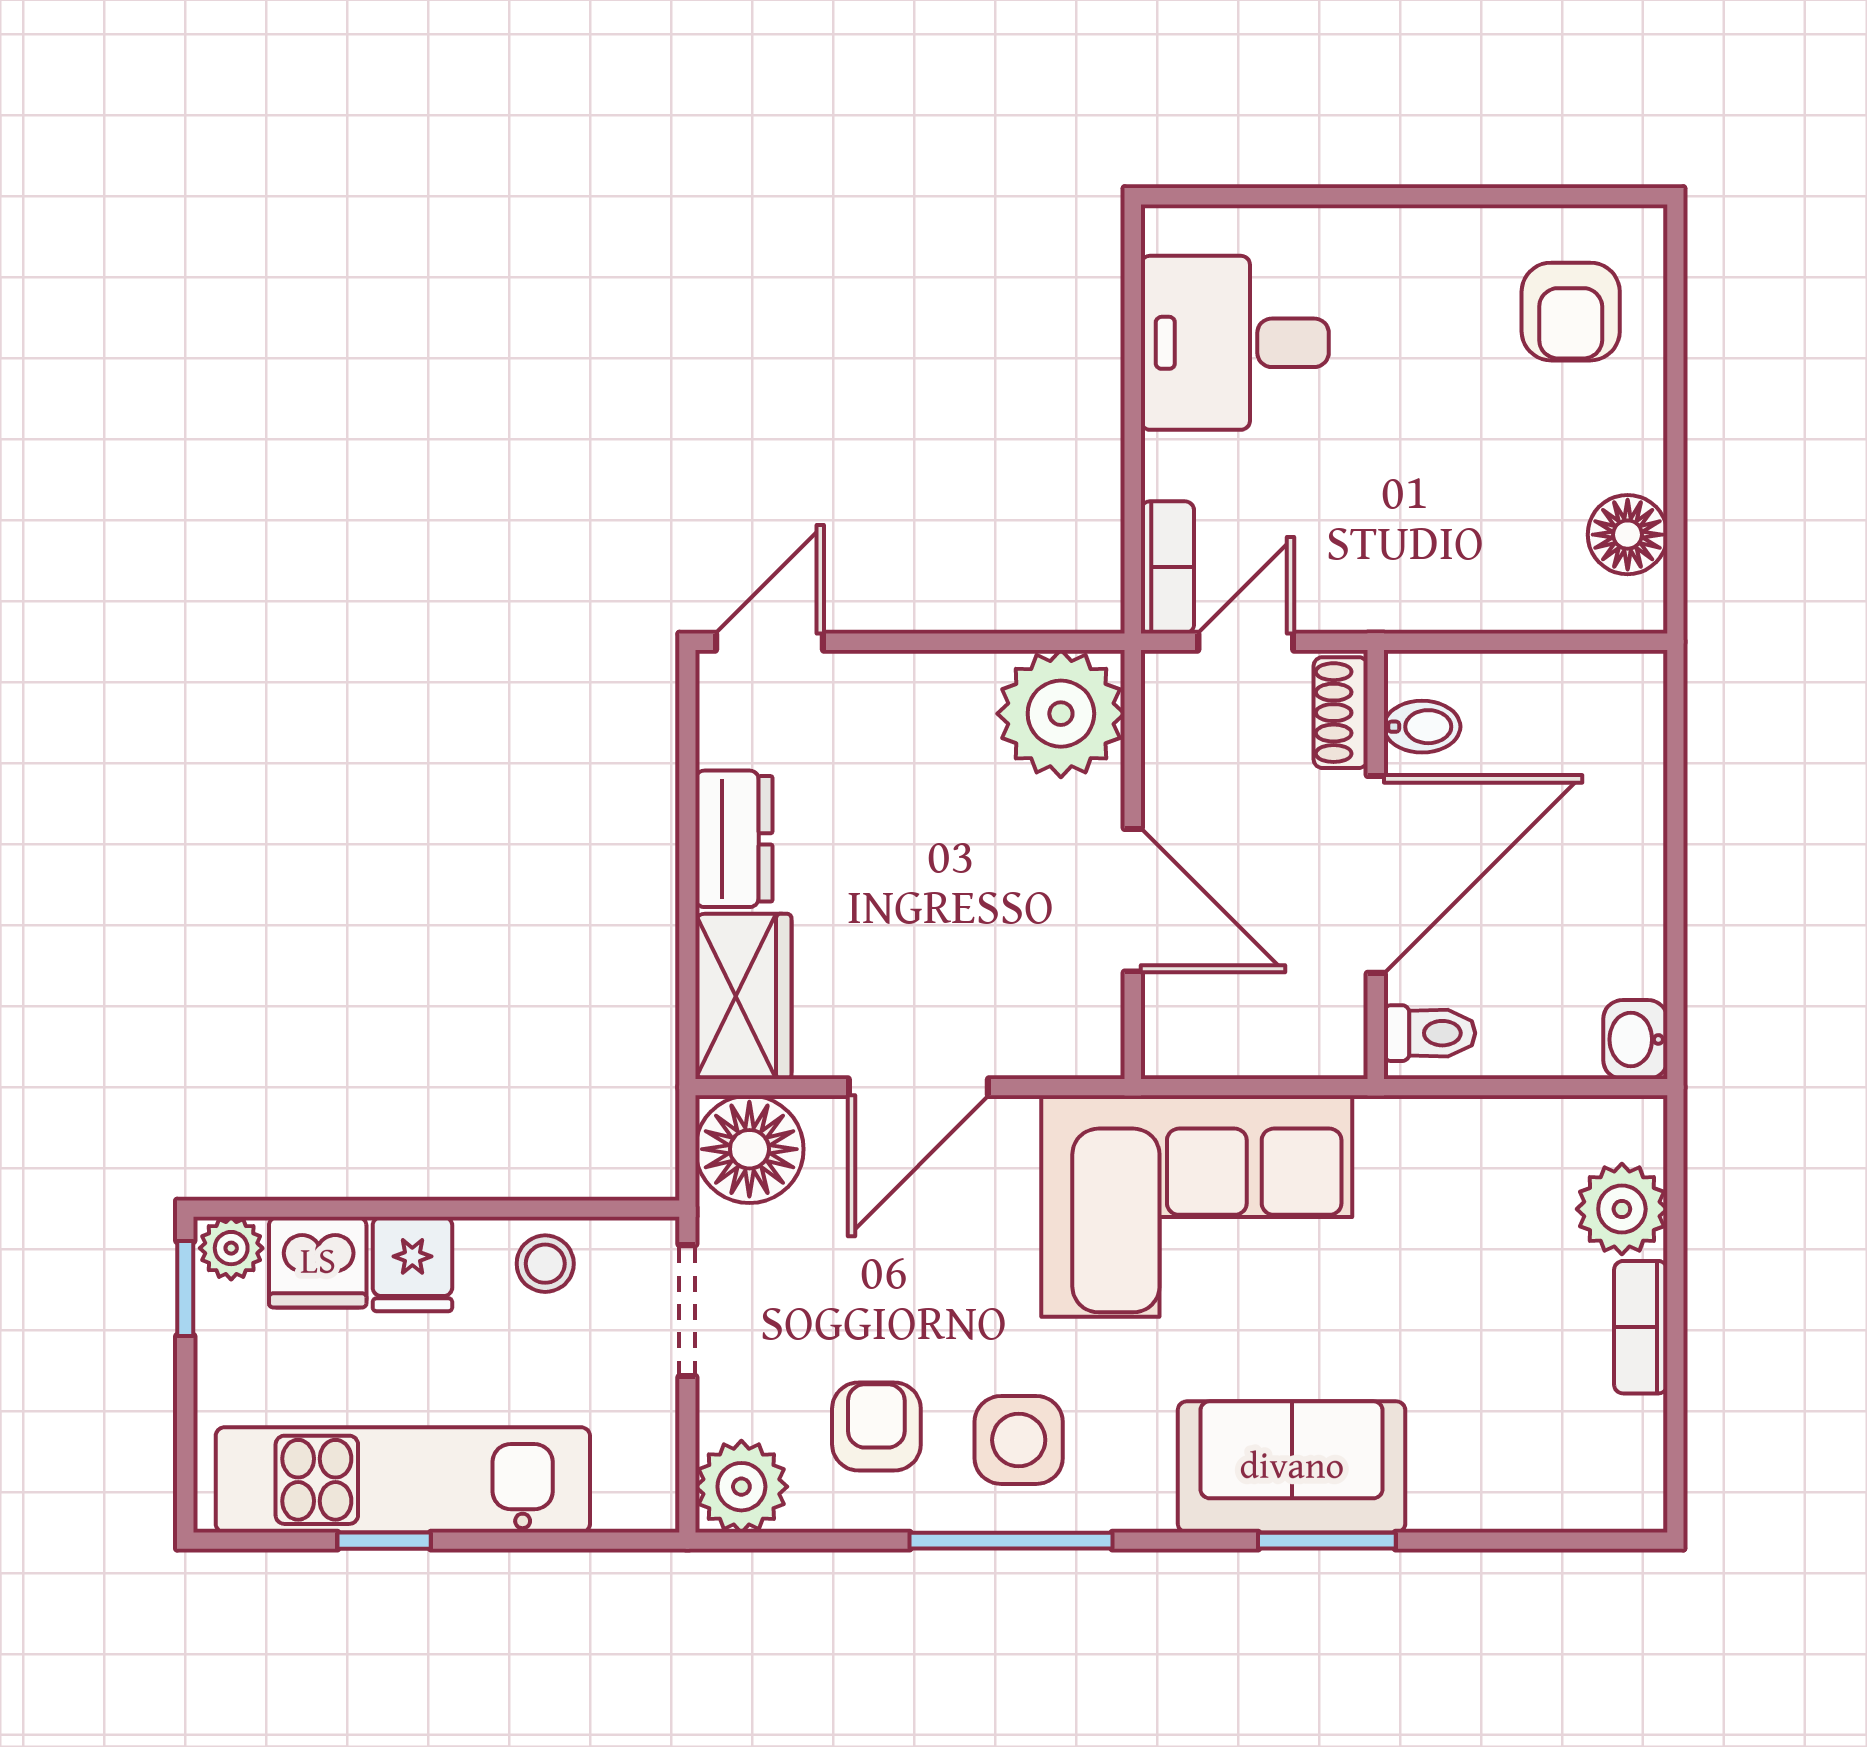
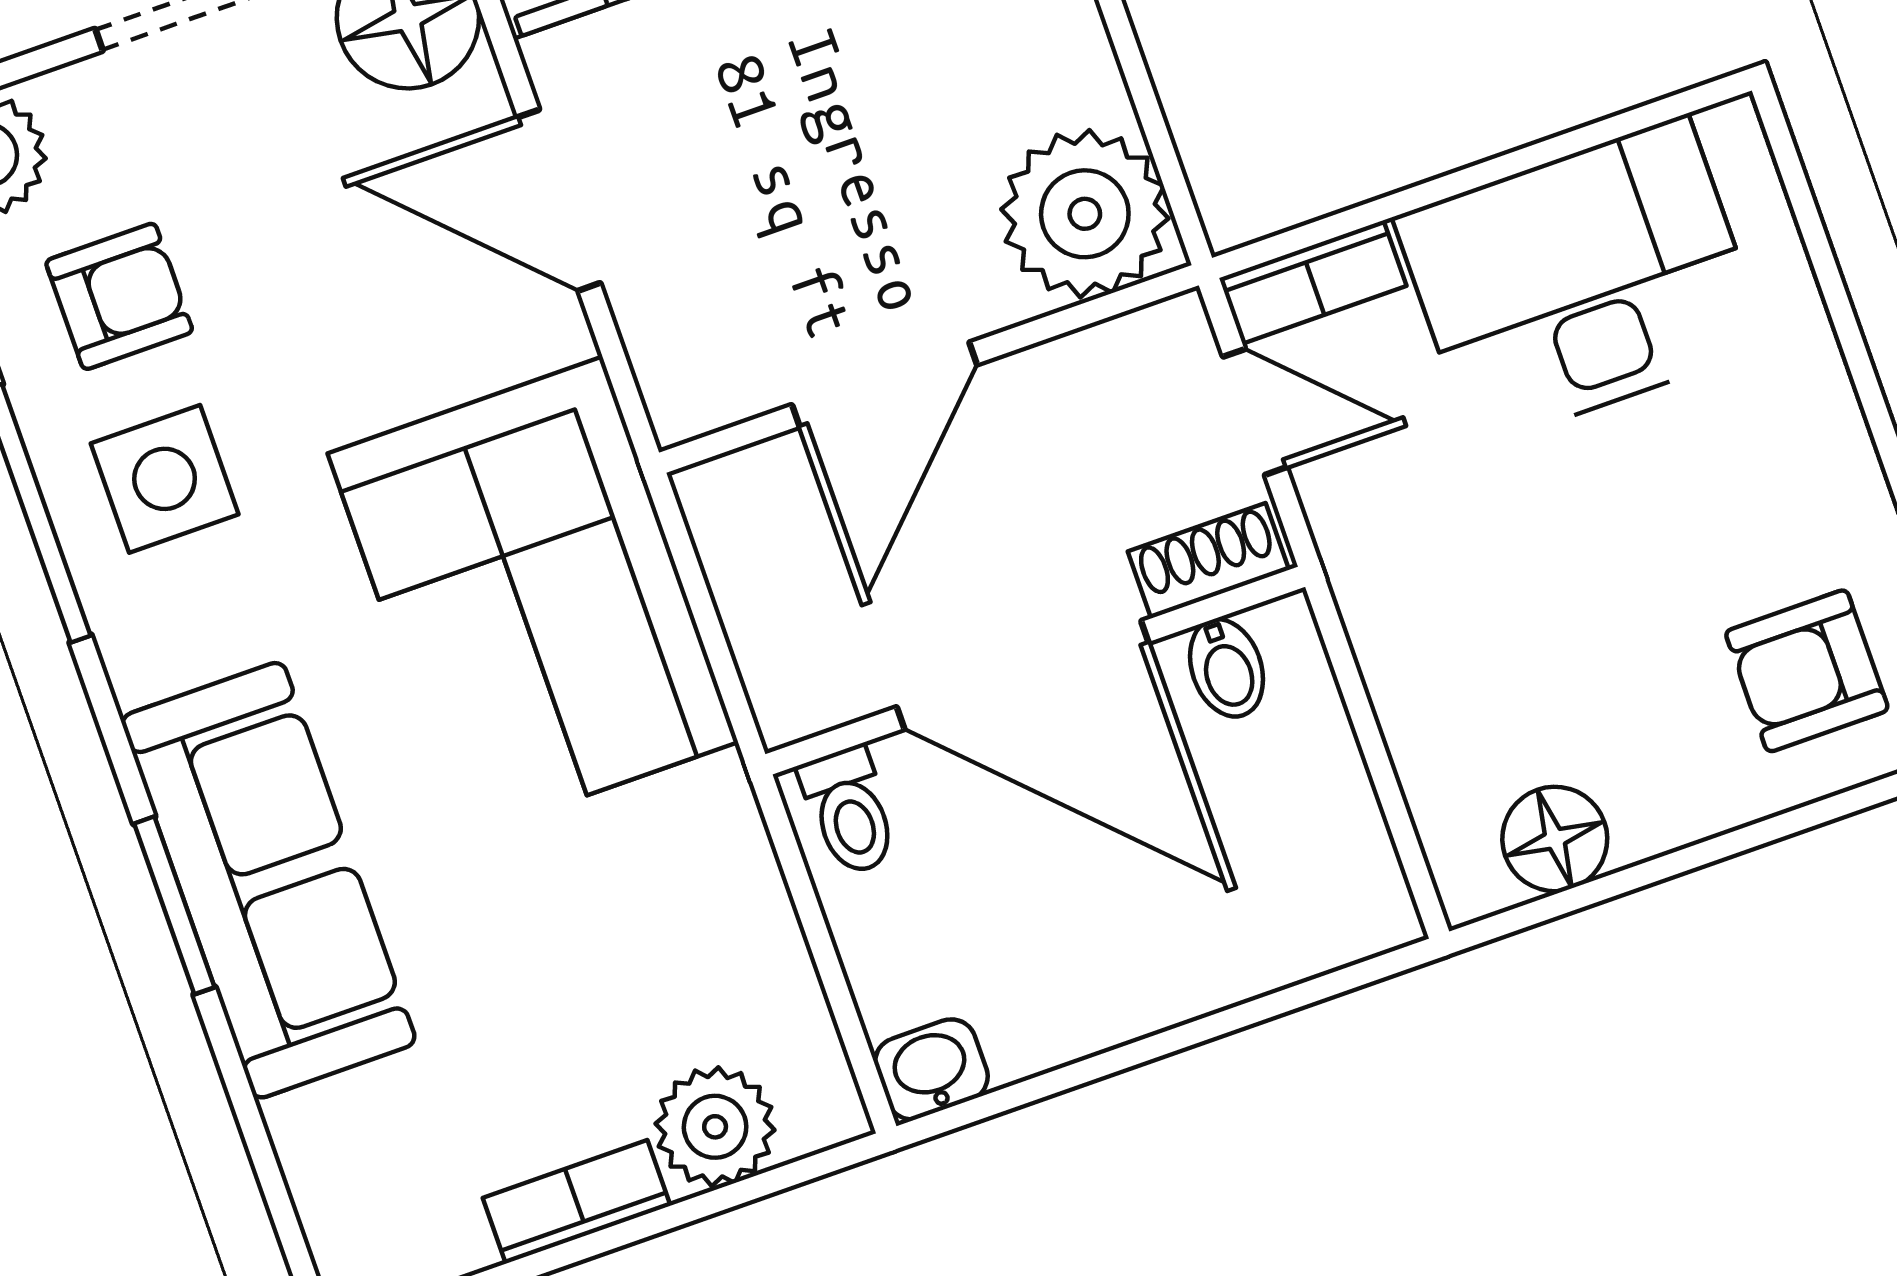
desk: (1235, 343) -> (1581, 282), width x1.37
sofa: (1292, 1467) -> (268, 880), width x1.36

